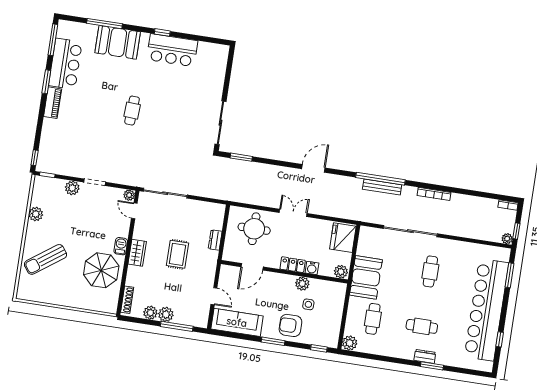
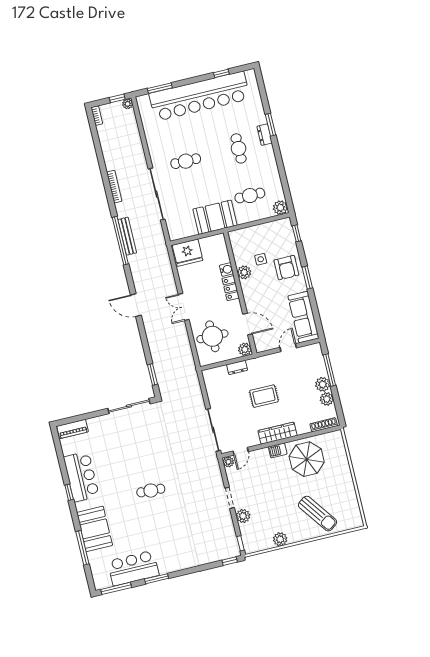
piano: (53, 103) -> (73, 429), moved, turned 180
wardrobe: (137, 253) -> (278, 433), width x1.50
plant: (341, 272) -> (245, 349), moved

